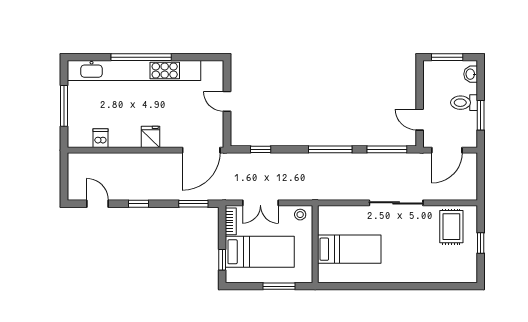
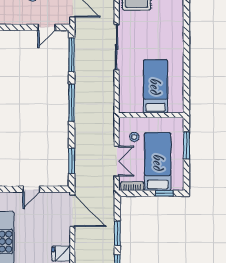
window: (261, 149) -> (72, 161), width x1.50
window: (193, 204) -> (117, 233), moved
stool: (300, 215) -> (134, 137), moved

